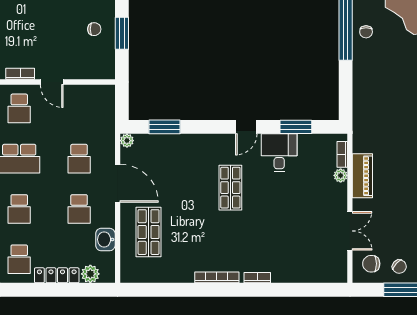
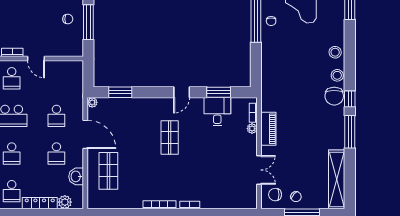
window: (122, 33) -> (88, 22), width x1.44
desk: (279, 153) -> (217, 112), moved

